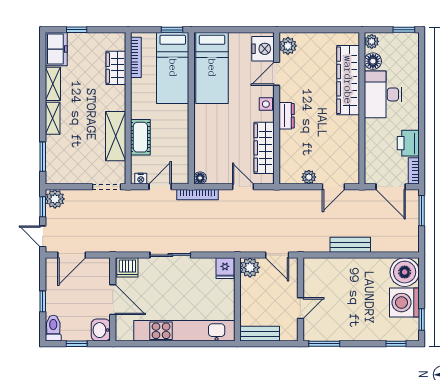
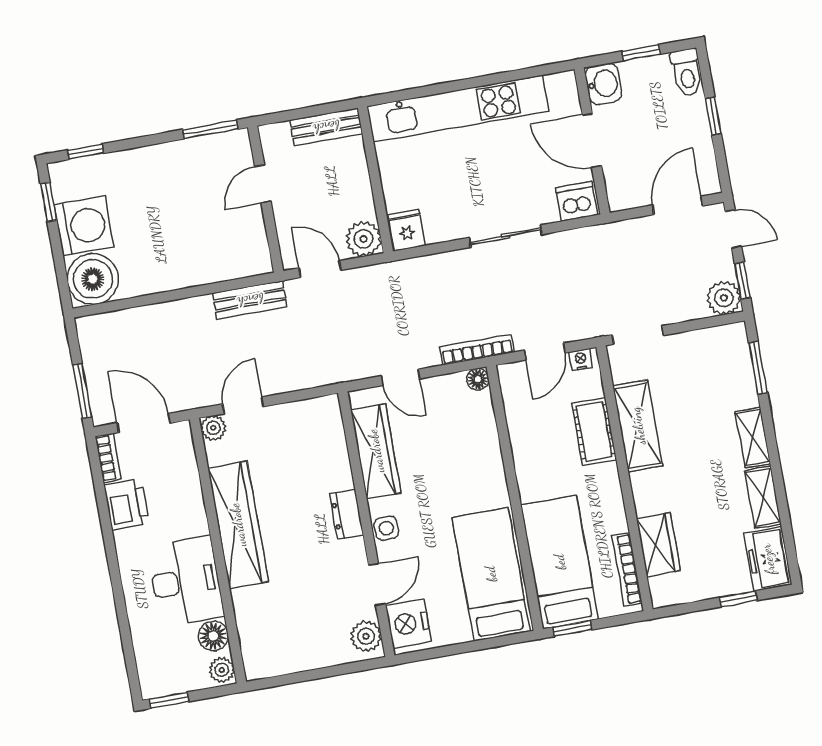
wardrobe: (348, 80) -> (238, 525), moved
plant: (309, 177) -> (213, 428), moved
bench: (350, 245) -> (250, 300), moved

